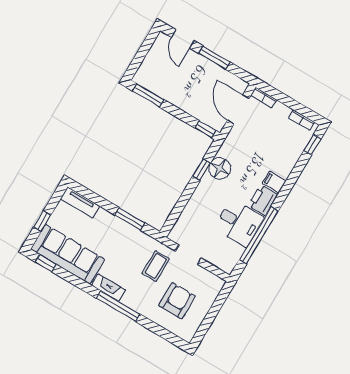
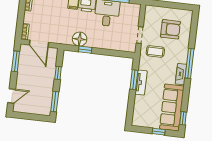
window: (214, 58) -> (16, 61), moved
door: (238, 109) -> (39, 44), hinge flipped
window: (205, 129) -> (58, 73), moved
tv unit: (80, 202) -> (141, 83), moved
armchair: (177, 301) -> (171, 29), turned 180

